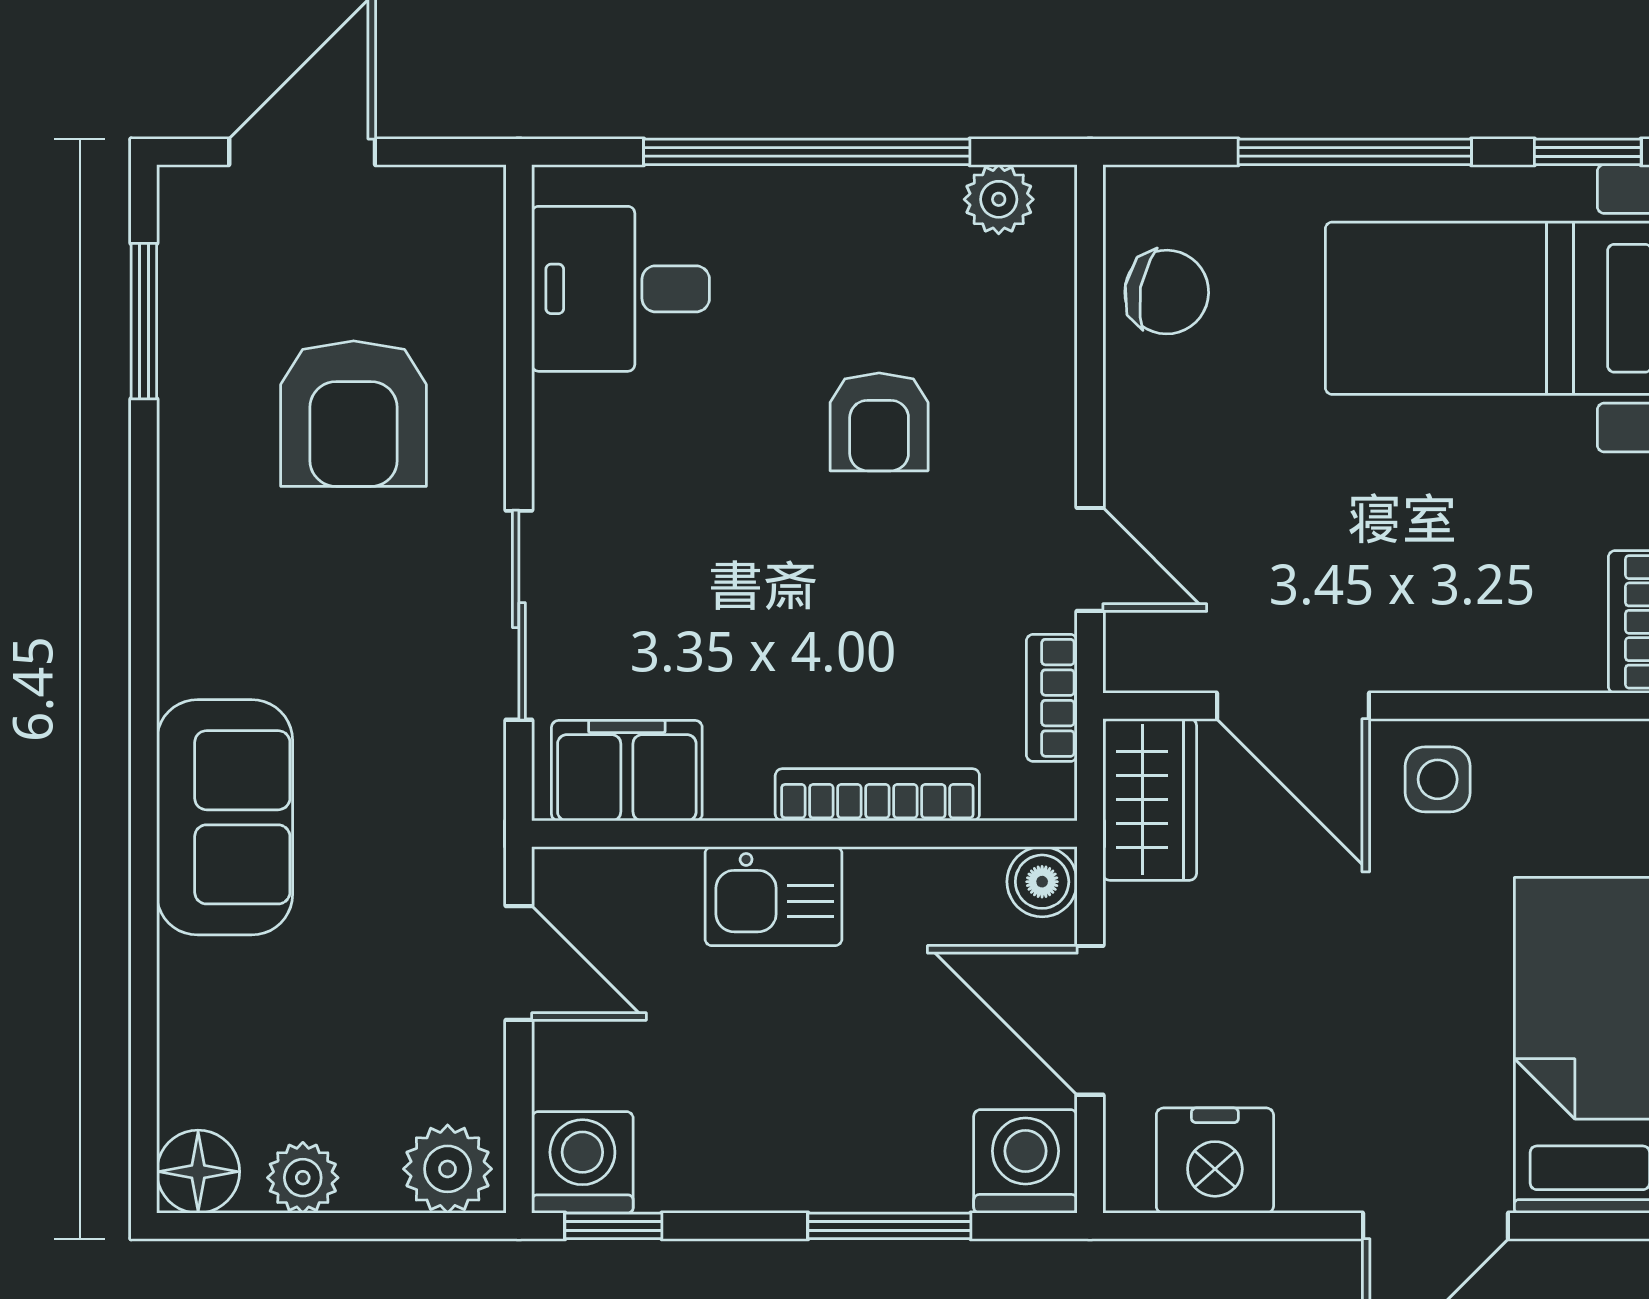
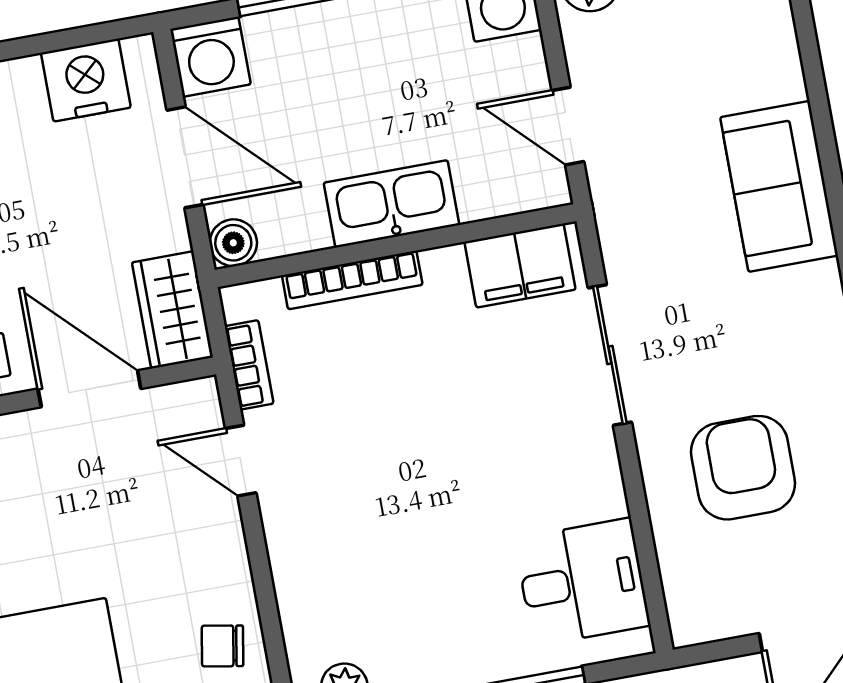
chair: (1167, 292) -> (223, 646), width x0.73, depth x0.73
armchair: (879, 422) -> (396, 526), removed
kitchen sink: (773, 896) -> (391, 204), width x1.38

